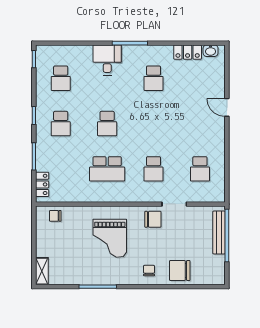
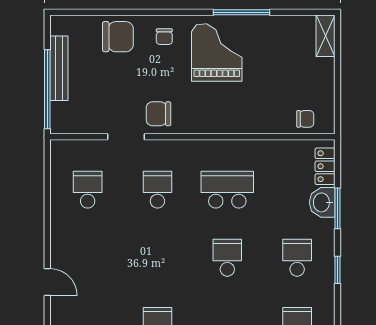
washbasin: (44, 160) -> (322, 202), added
bench: (219, 233) -> (59, 68), moved
grand piano: (110, 238) -> (217, 52), moved

